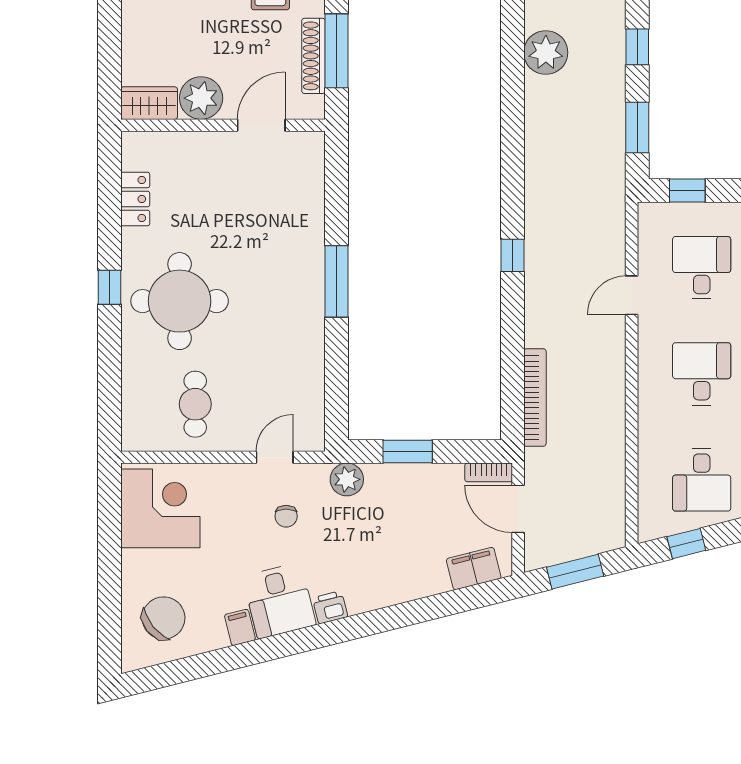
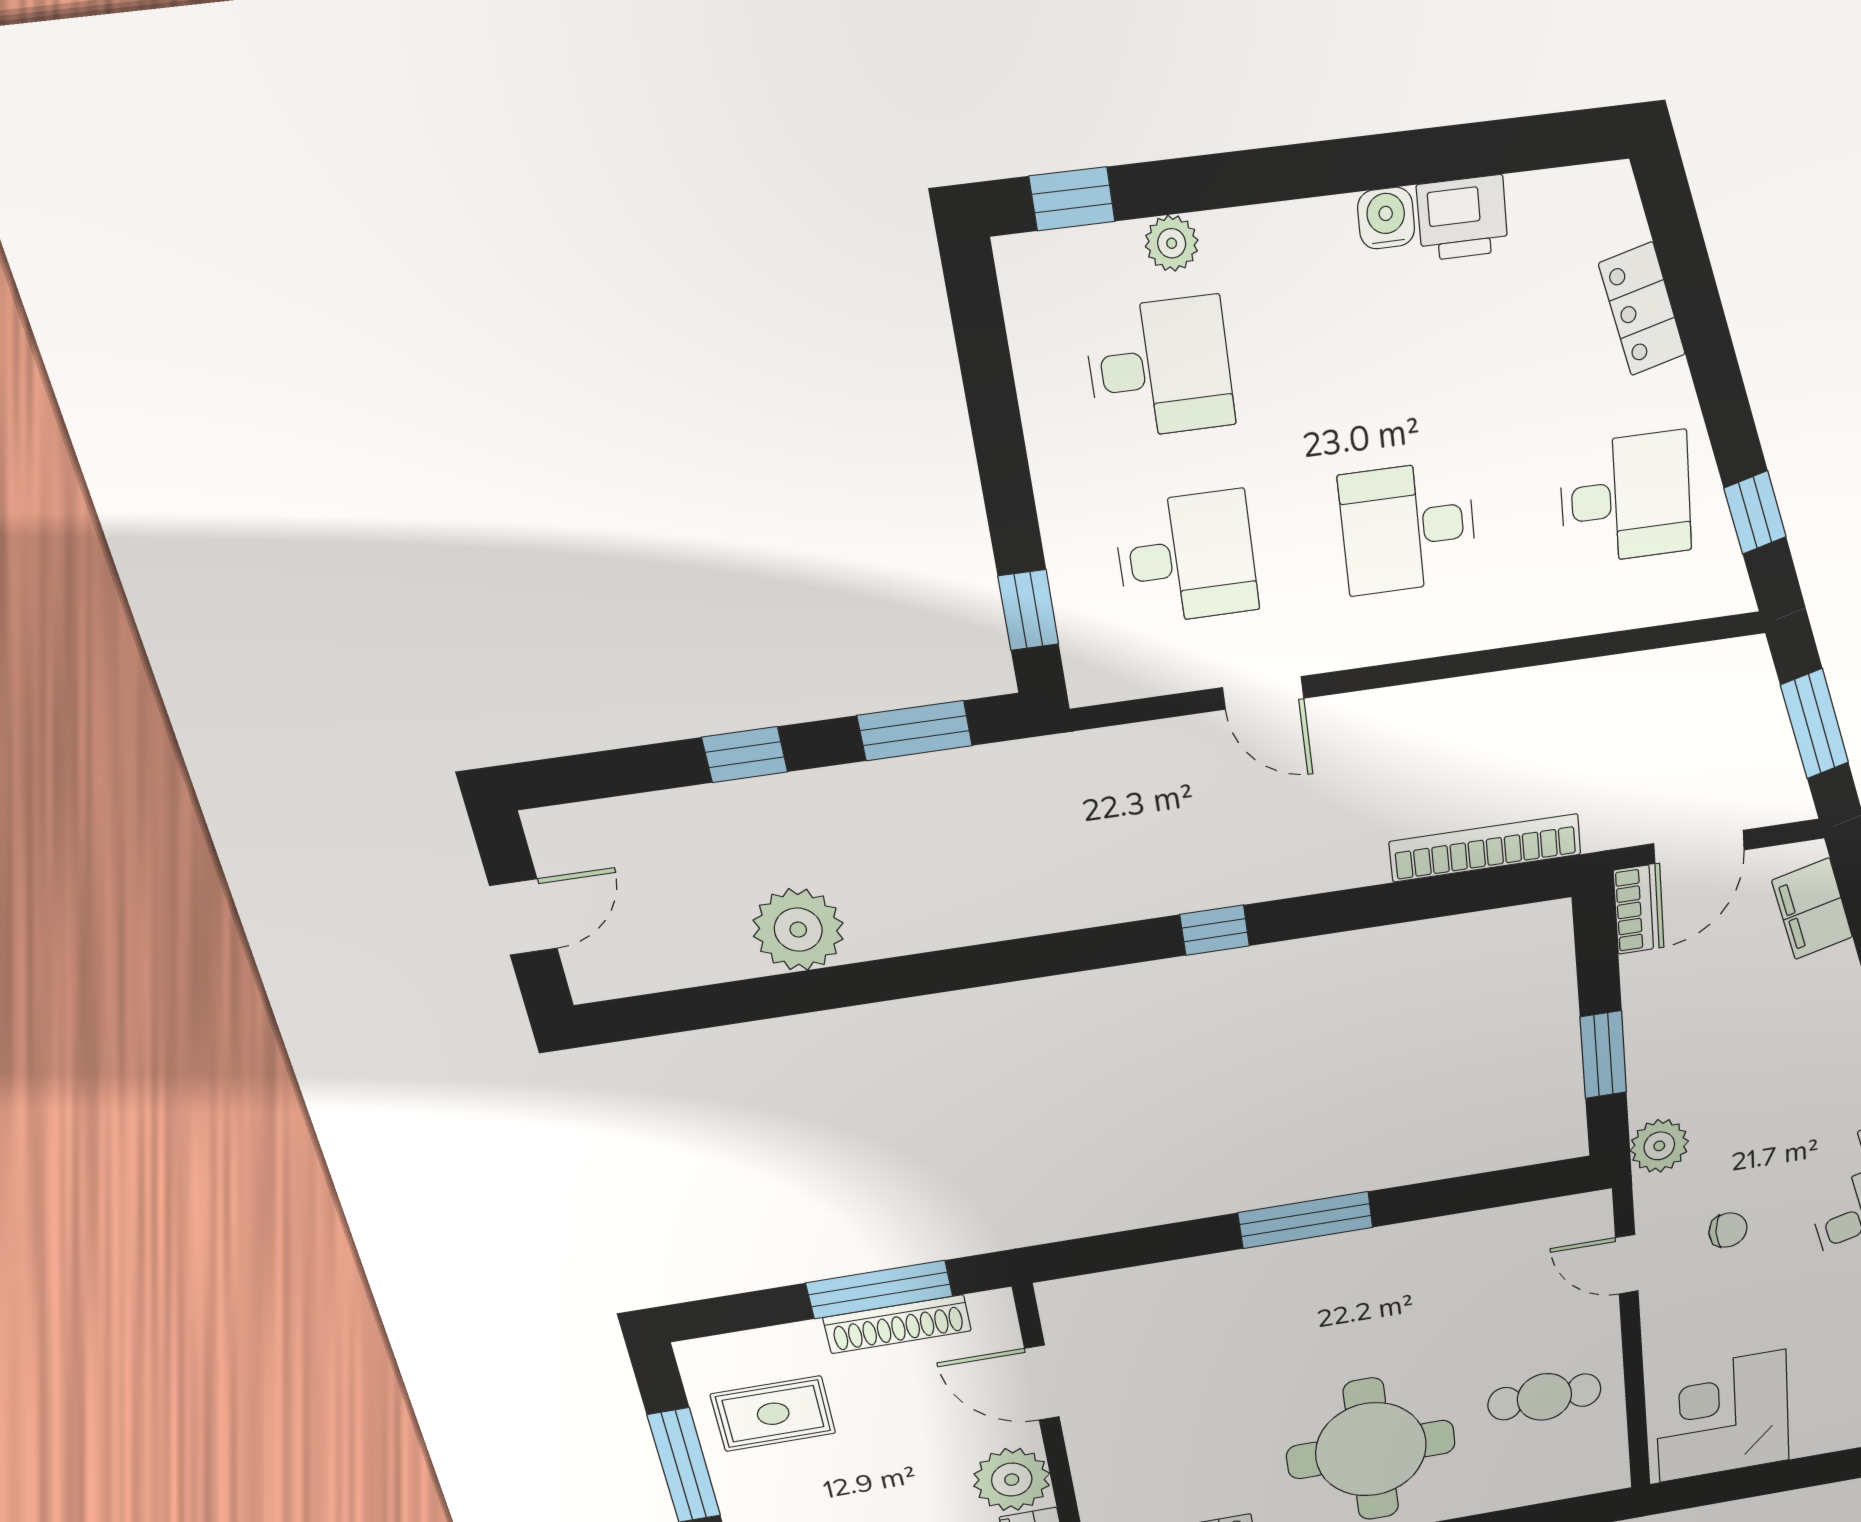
desk: (702, 268) -> (1187, 558), turned 180

